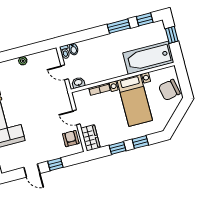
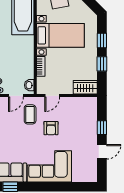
coffee table: (50, 91) -> (30, 114), added
door: (76, 117) -> (52, 96), moved
armchair: (71, 139) -> (51, 128), moved, turned -90

